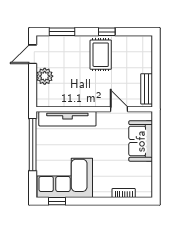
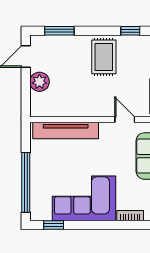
window: (107, 32) -> (130, 31), moved
window: (33, 145) -> (26, 182), moved
corner sofa: (65, 178) -> (84, 198), moved

